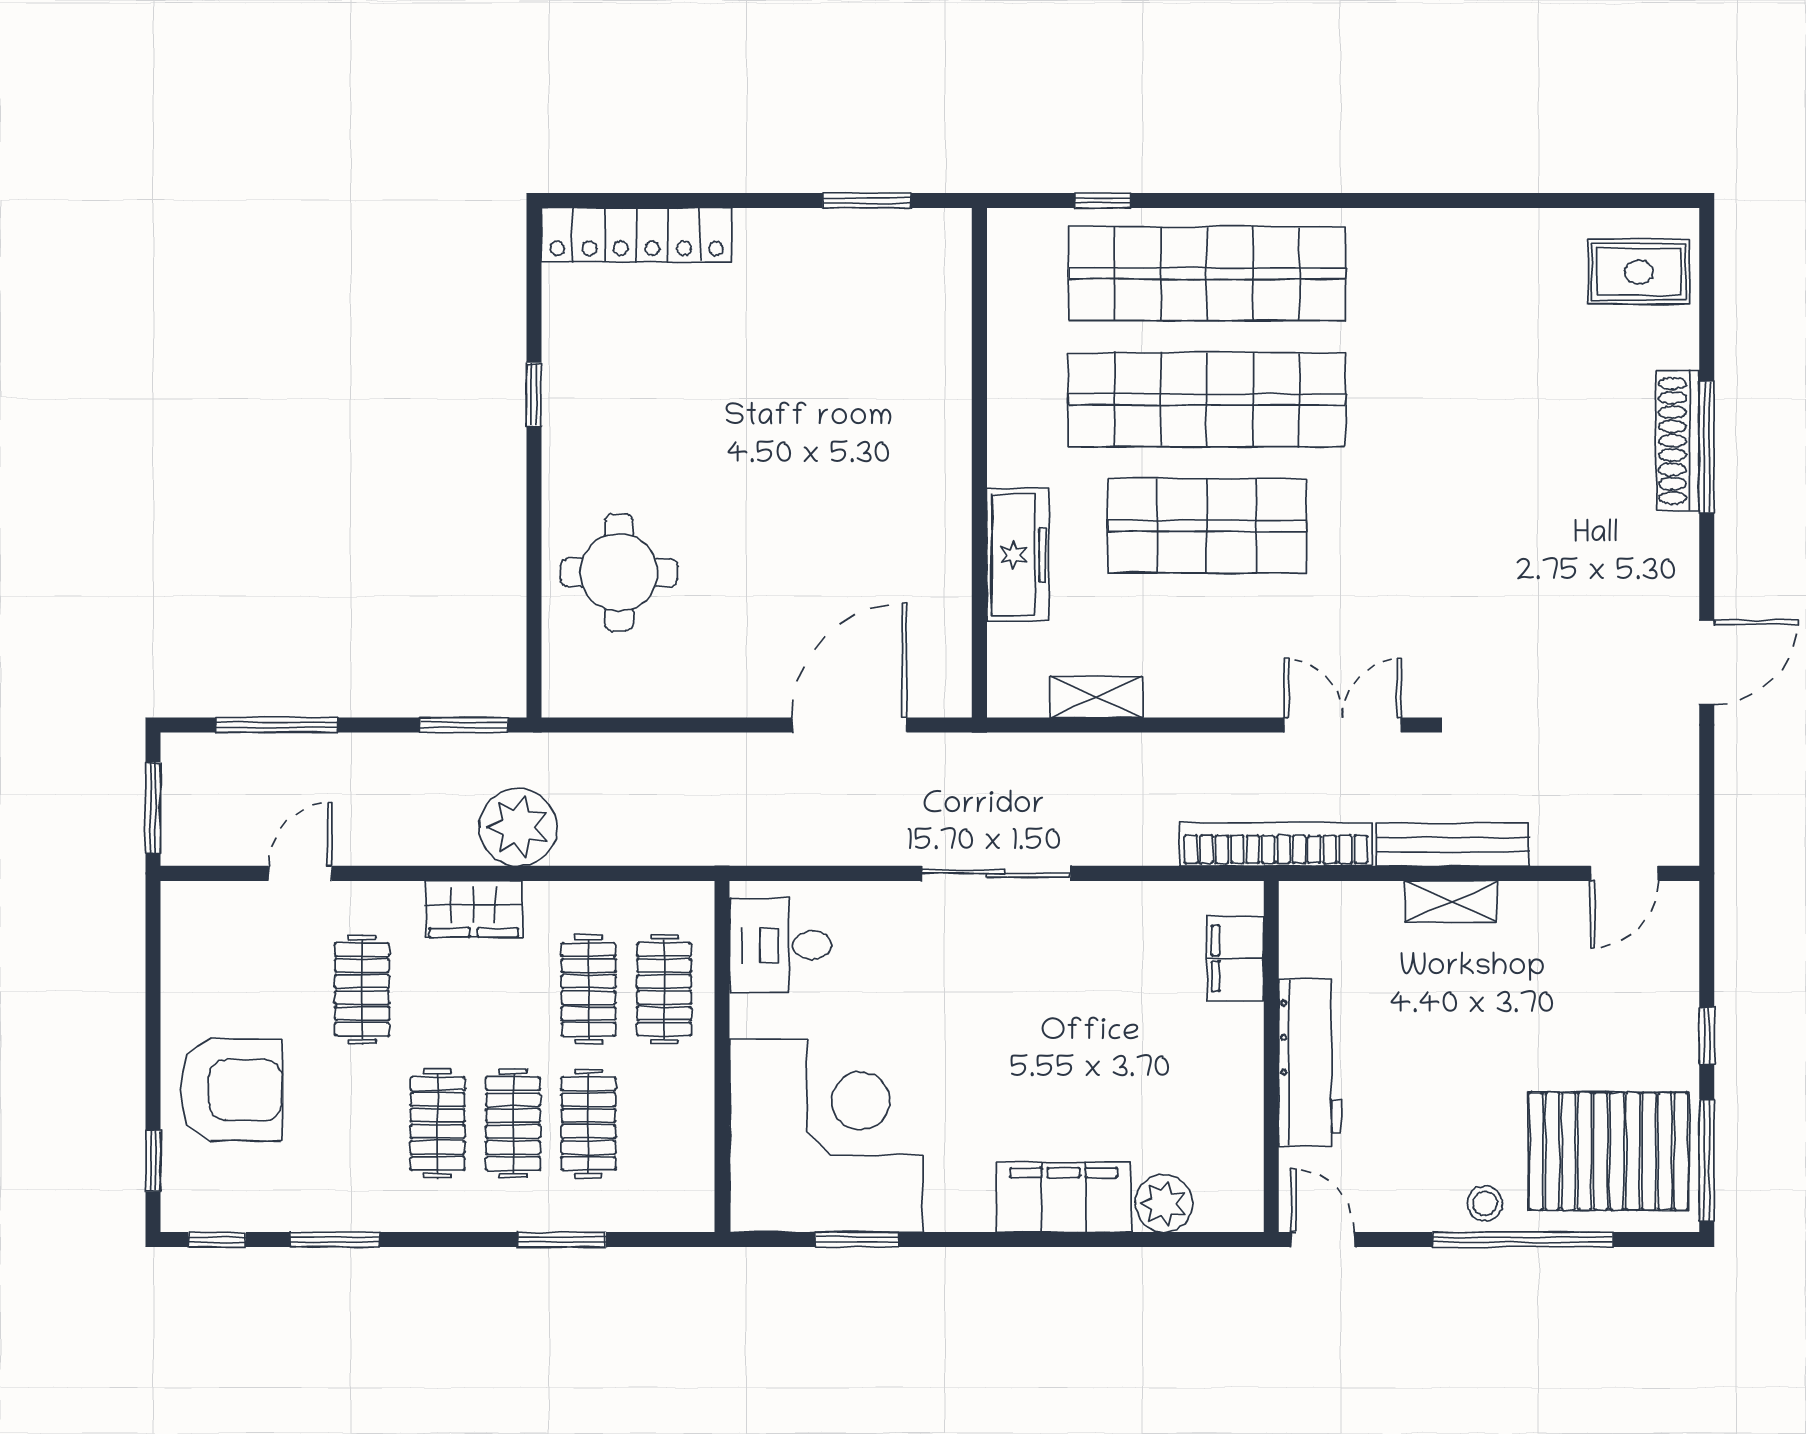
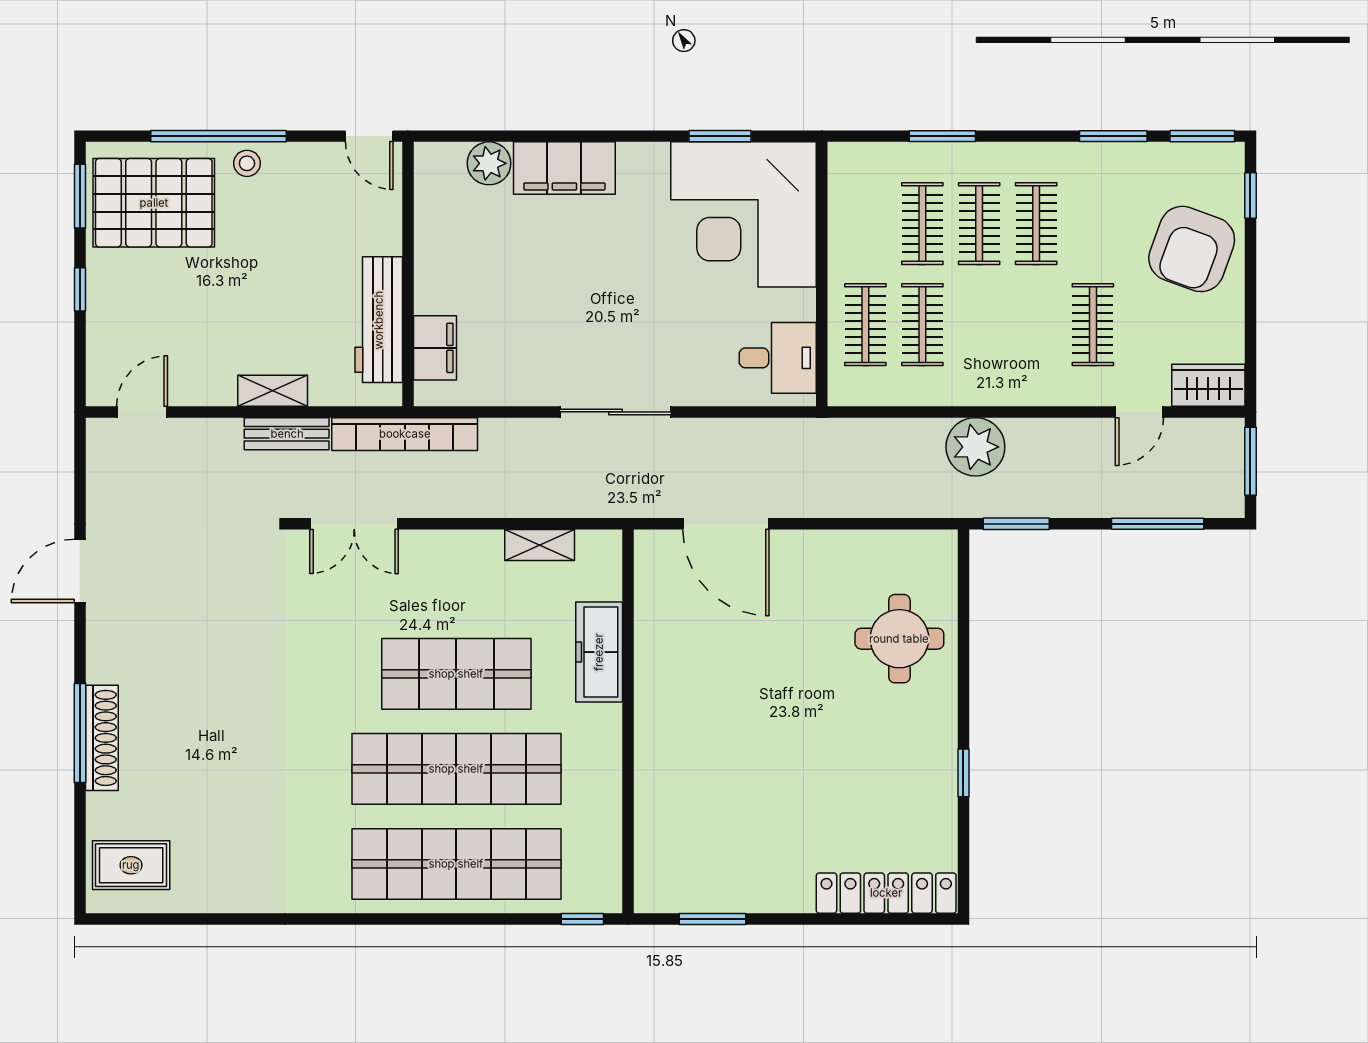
window: (1103, 200) -> (582, 919), moved
door: (849, 725) -> (726, 524), hinge flipped
bench: (1453, 845) -> (287, 434), width x0.73
wardrobe: (474, 909) -> (1208, 385), moved
workbench: (1310, 1063) -> (379, 320), moved
armchair: (231, 1090) -> (1192, 249), turned -70
window: (1707, 1160) -> (80, 196), width x0.69
window: (217, 1240) -> (1202, 136), width x1.50

